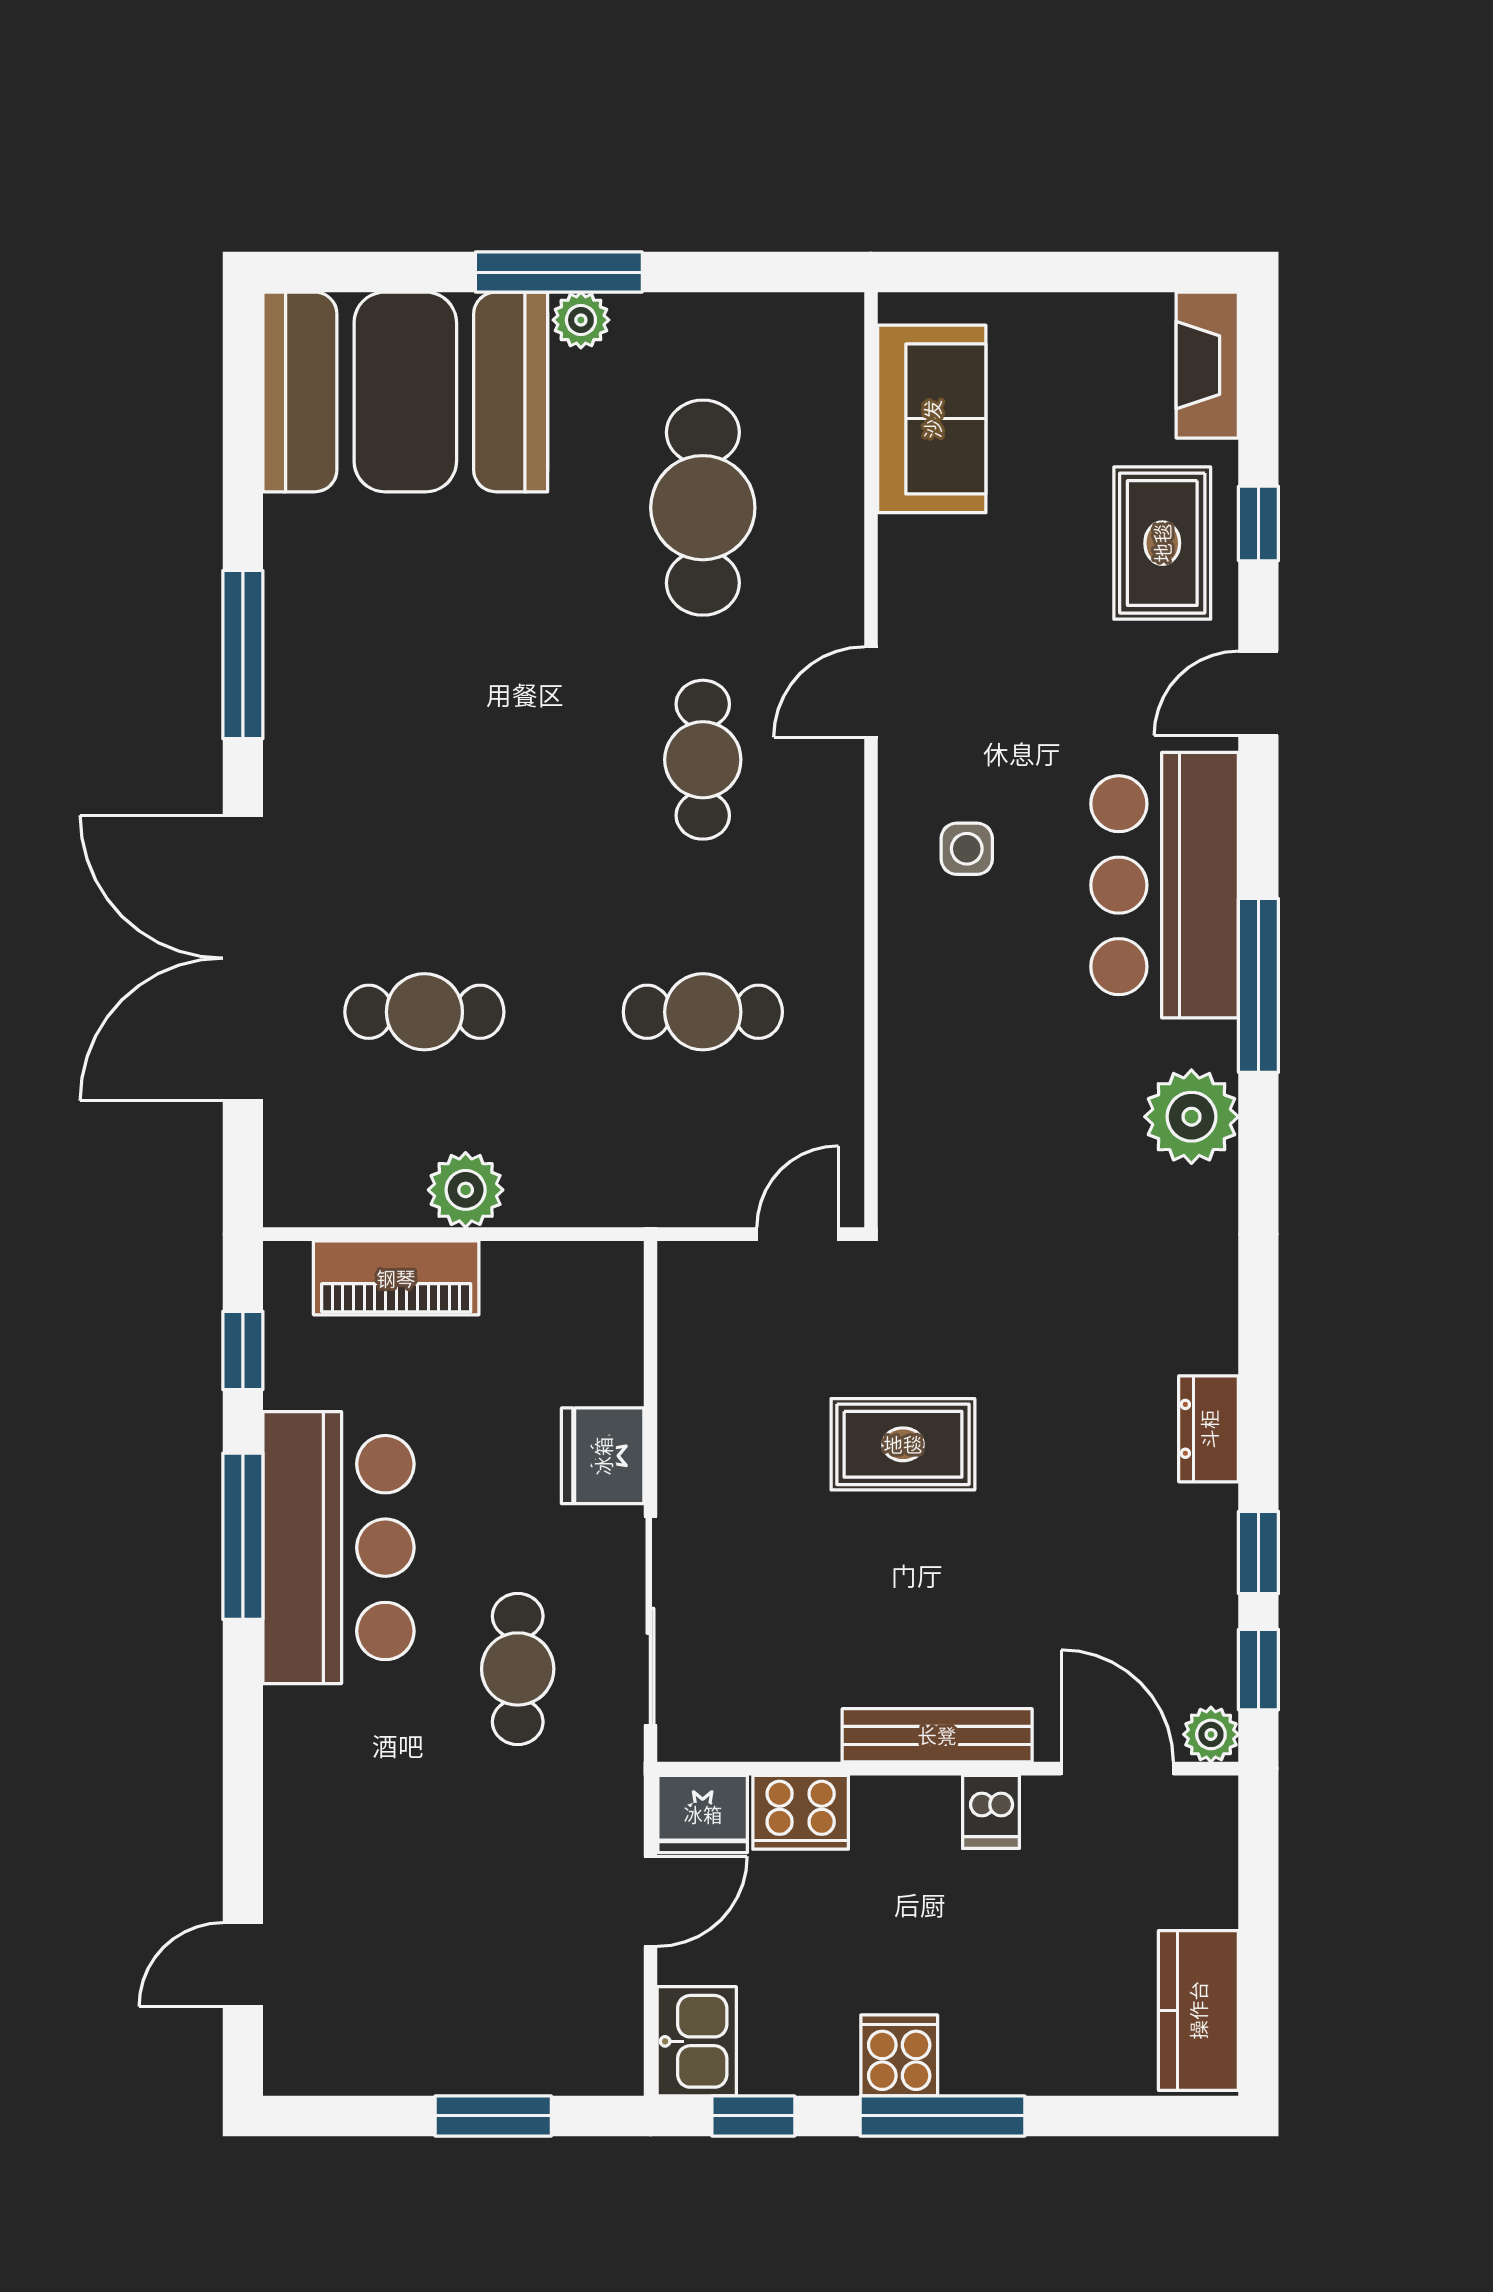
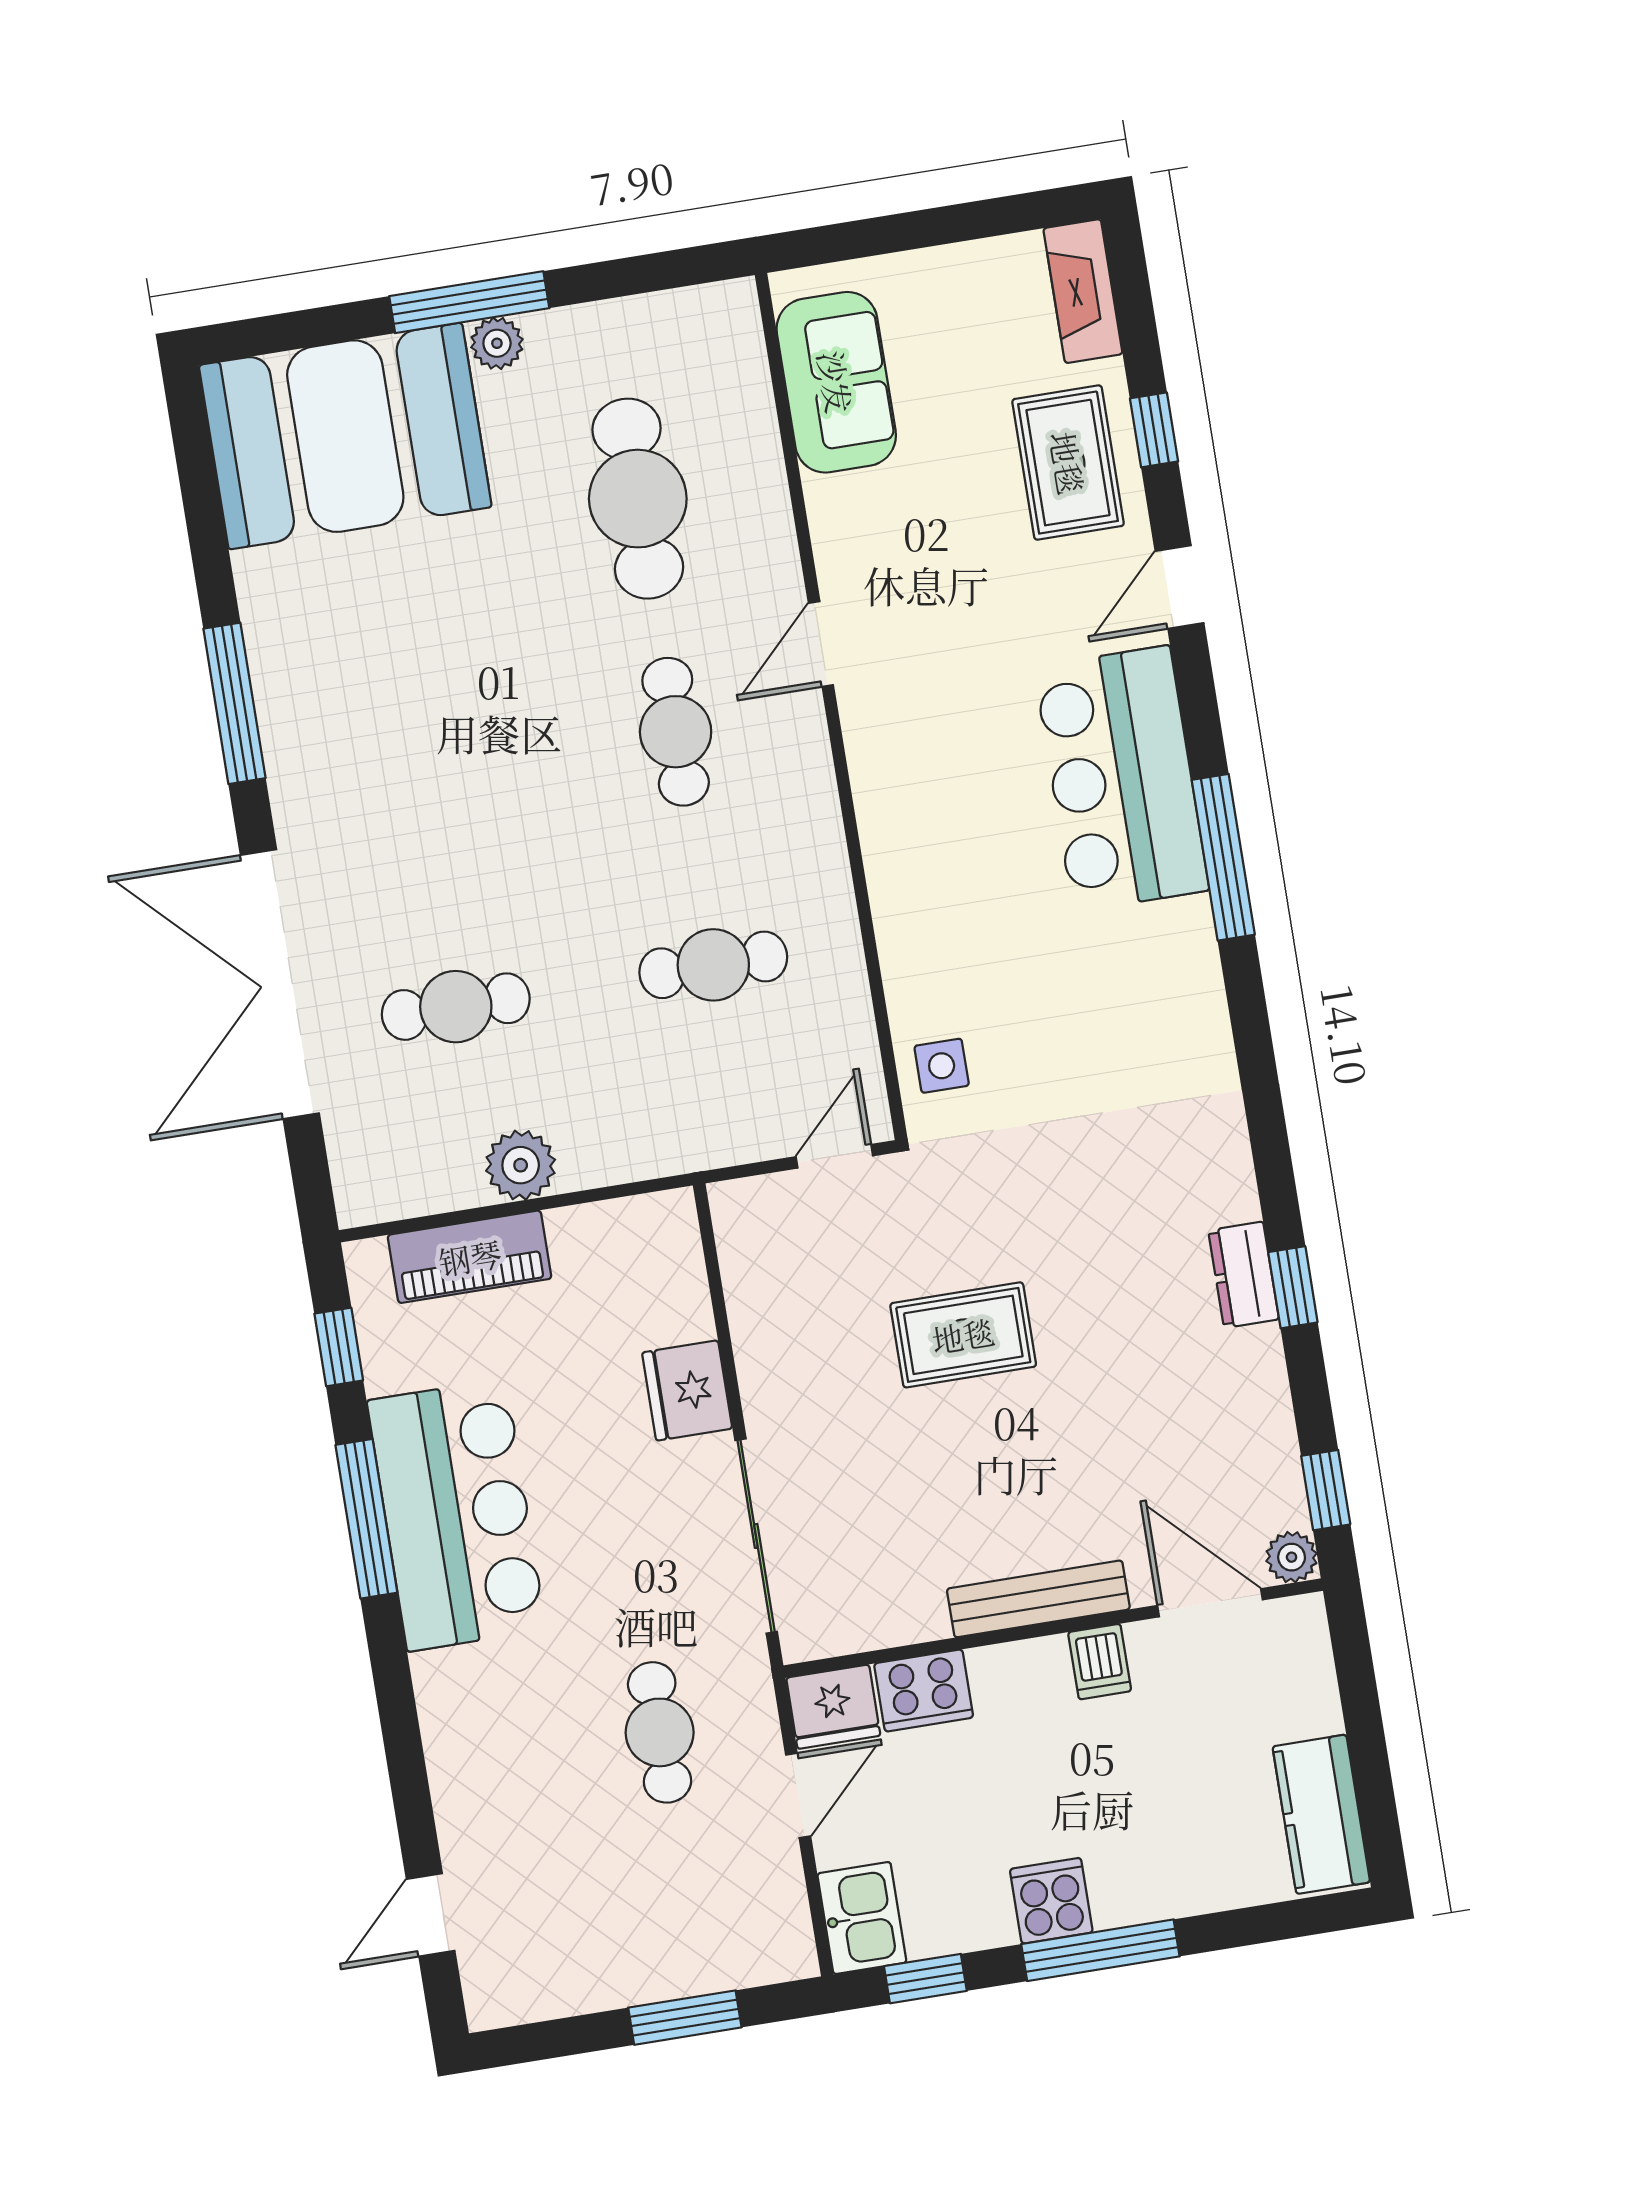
side table: (967, 849) -> (942, 1066), moved
plant: (1191, 1117) -> (1181, 989), removed
window: (1258, 1553) -> (1293, 1287), moved
cafe table: (518, 1669) -> (660, 1732), moved

